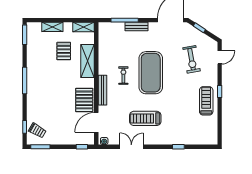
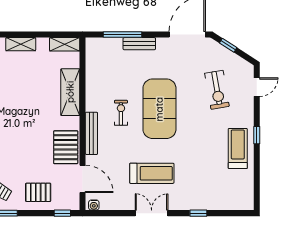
pallet: (64, 51) -> (38, 192), moved, turned 90
treadmill: (145, 118) -> (152, 173), turned 180
door: (96, 122) -> (83, 179), swing flipped
double door: (131, 147) -> (152, 213), moved

